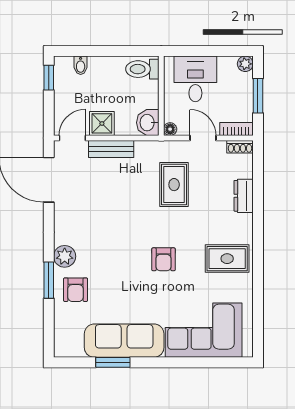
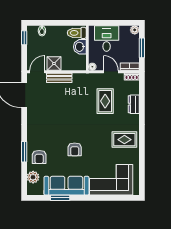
washbasin: (148, 123) -> (80, 47), moved
rug: (174, 185) -> (105, 101), moved
plant: (65, 256) -> (33, 177), moved
armchair: (164, 259) -> (75, 149), moved

